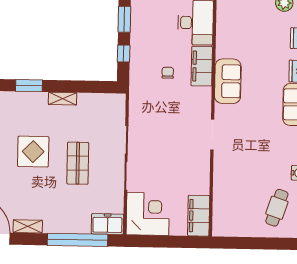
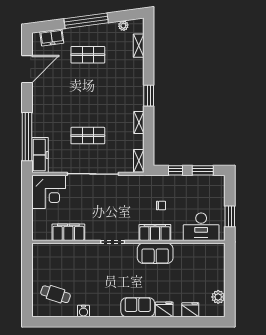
filing cabinet: (202, 66) -> (155, 232), moved
display table: (33, 152) -> (96, 100), removed
filing cabinet: (199, 216) -> (68, 232), moved
freezer: (107, 224) -> (40, 155), width x1.40
shelving: (28, 226) -> (139, 161), moved

